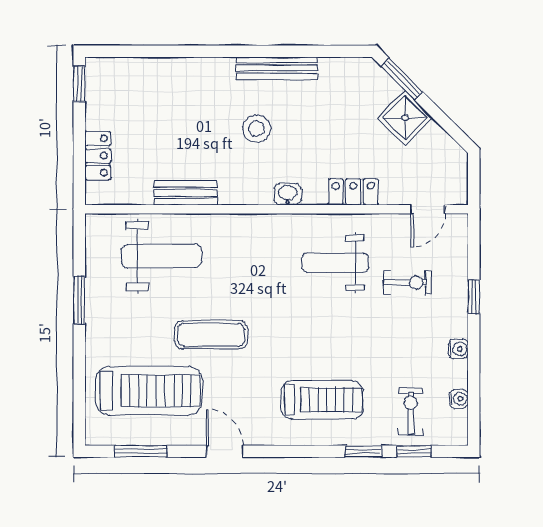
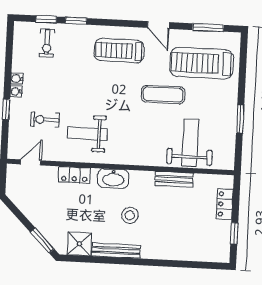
window: (79, 84) -> (234, 233), moved
shower: (405, 118) -> (79, 244), moved, turned 45
washbasin: (288, 194) -> (113, 178), width x1.91, depth x1.45
weight bench: (161, 256) -> (190, 143), turned 90
weight bench: (335, 263) -> (87, 133), turned 180
water cooler: (459, 399) -> (16, 91), moved
treadmill: (322, 400) -> (119, 51), moved

